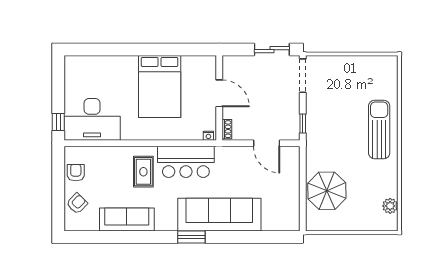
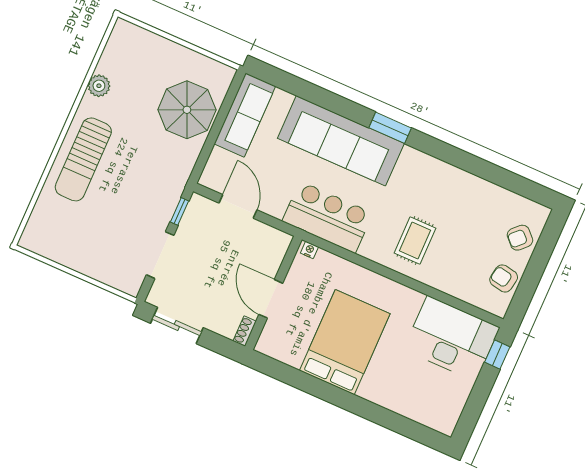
doorway: (303, 76) -> (160, 255), moved
shoe rack: (227, 129) -> (245, 331), moved
bar counter: (186, 162) -> (327, 217), moved
armchair: (76, 173) -> (504, 278), turned 100
plant: (390, 206) -> (99, 86), moved
sofa: (127, 220) -> (245, 115), moved, turned -90

